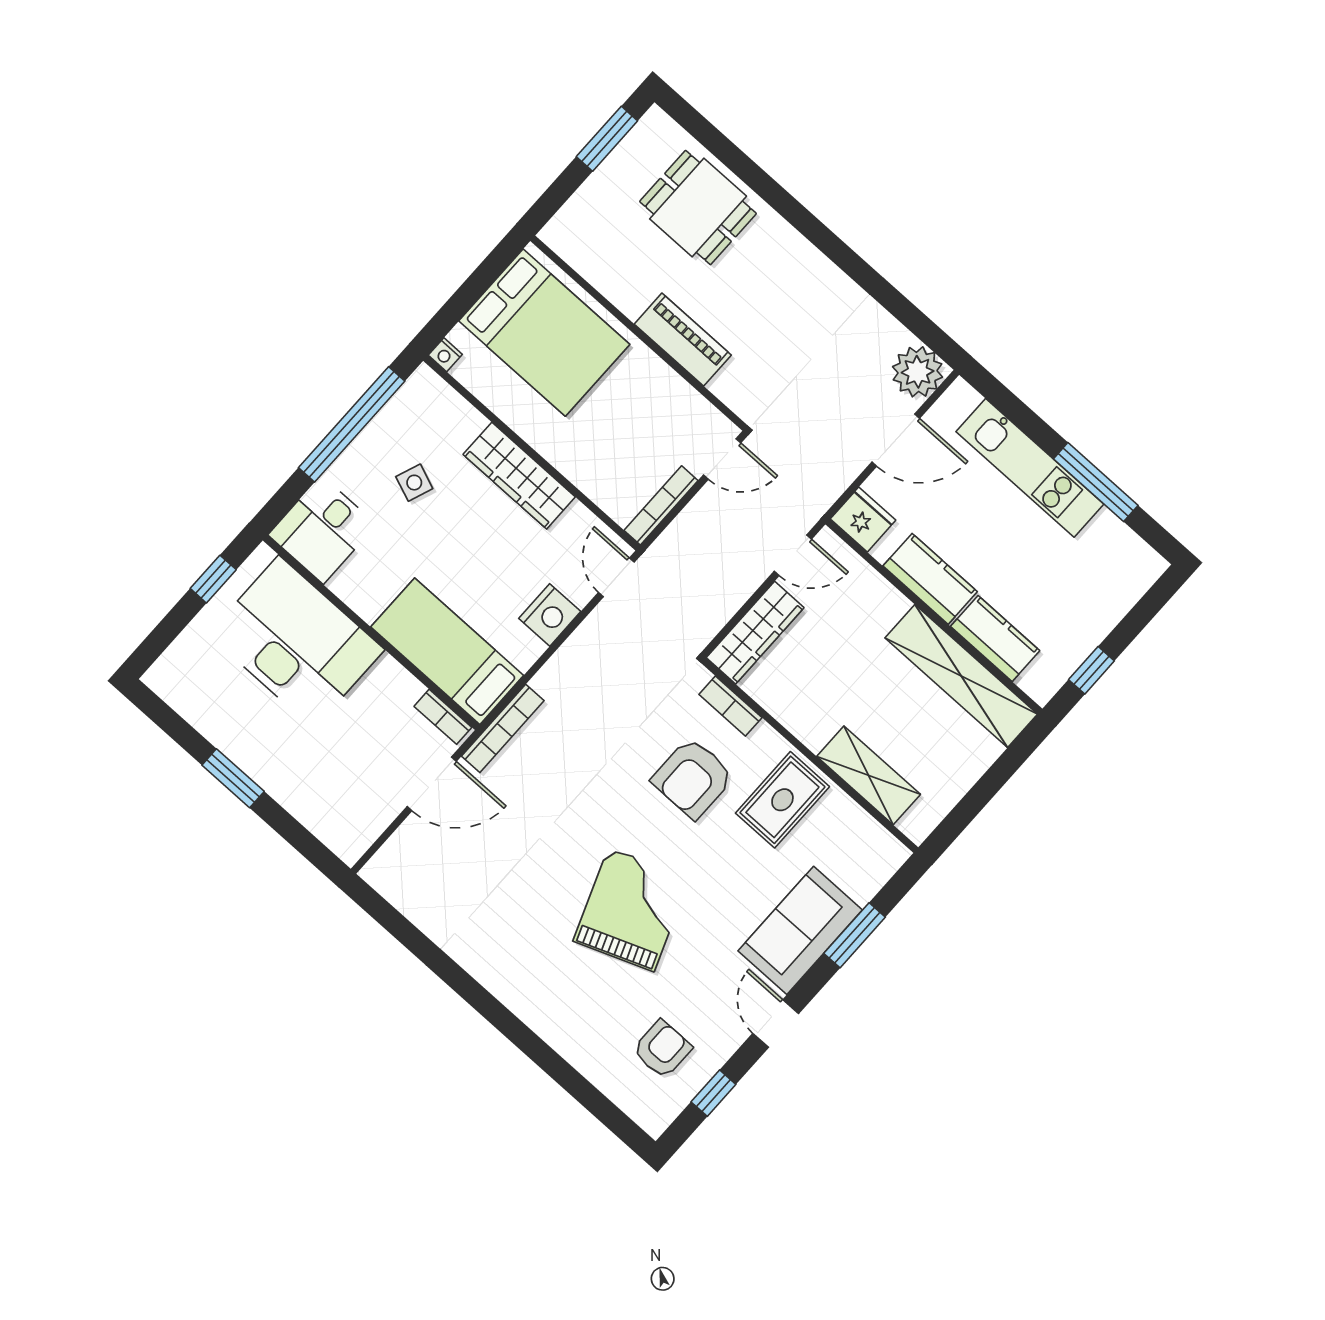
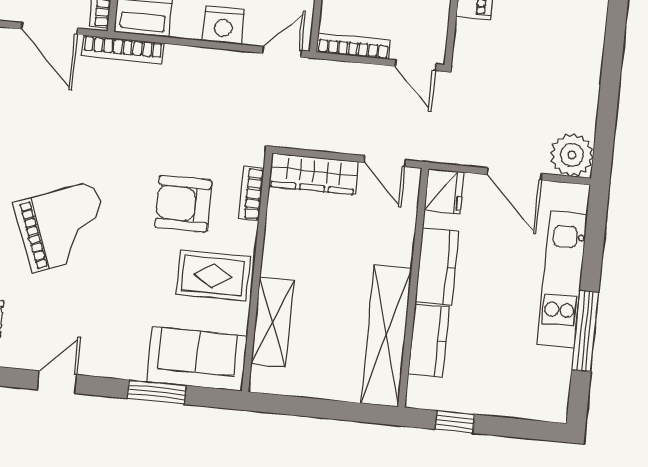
sofa: (800, 930) -> (197, 359), moved

